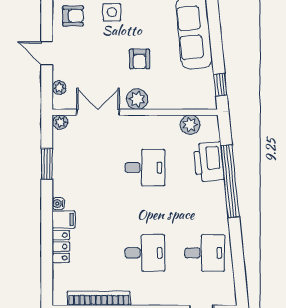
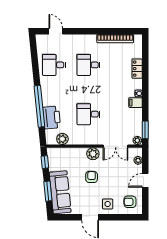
window: (215, 34) -> (48, 191), added
door: (47, 53) -> (145, 180), swing flipped
window: (47, 164) -> (145, 130), moved
filing cabinet: (64, 219) -> (135, 103), moved

